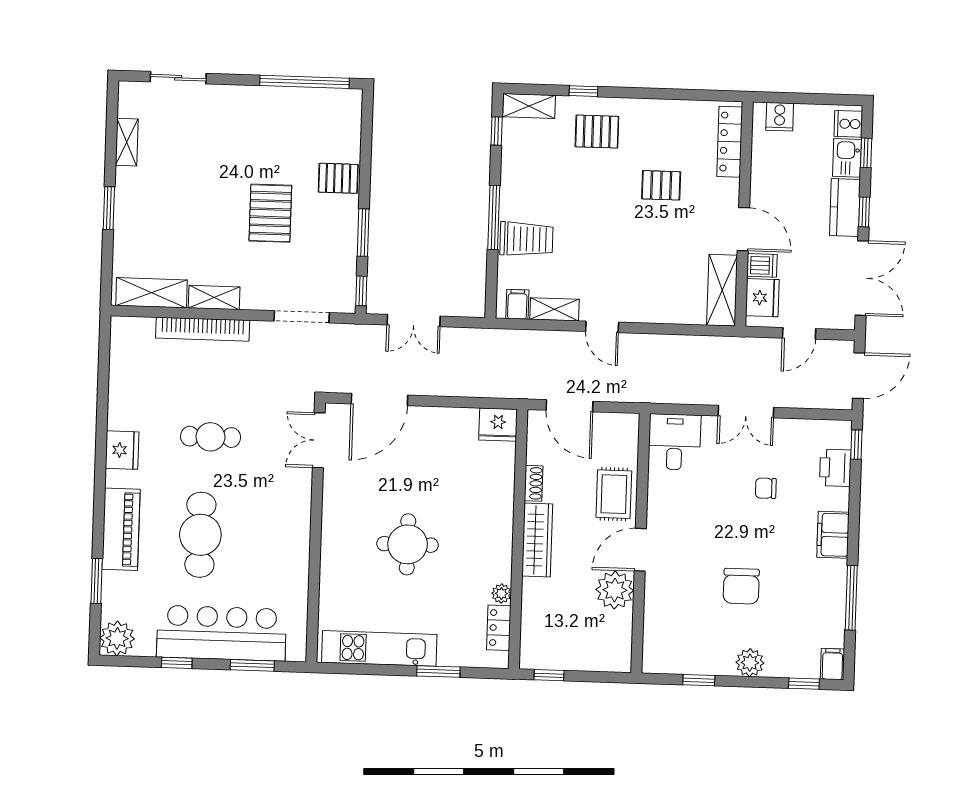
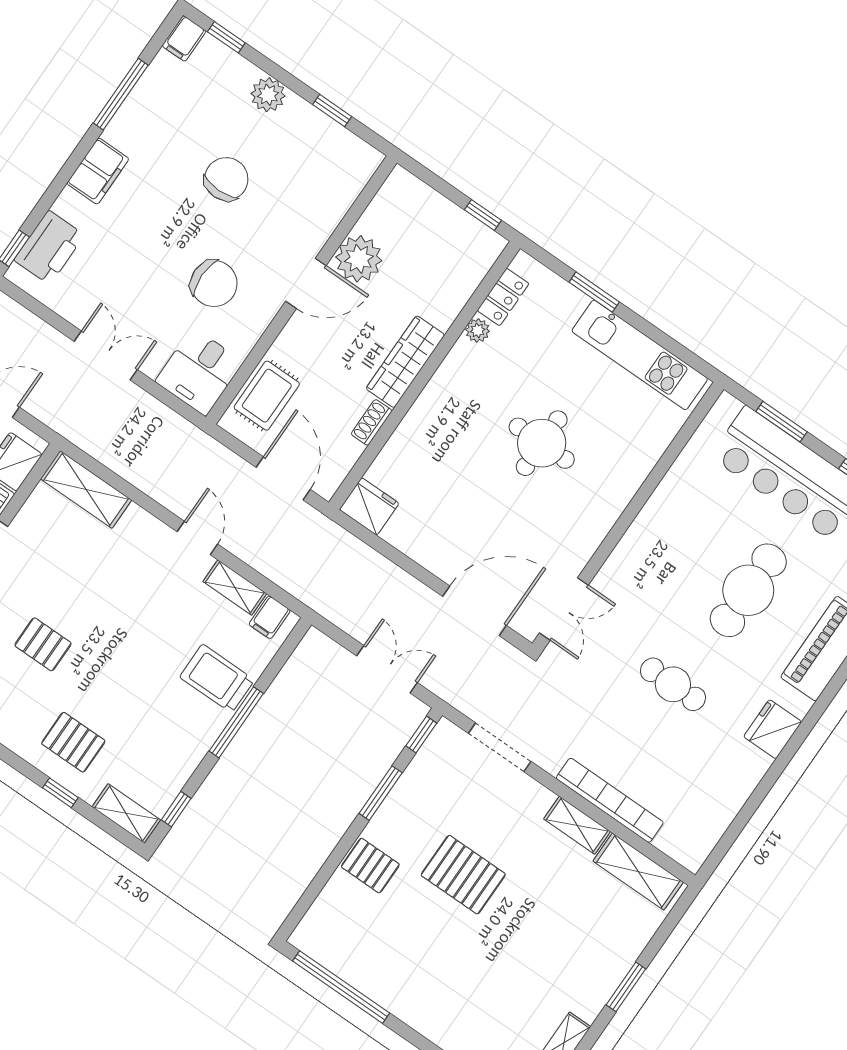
pallet: (270, 213) -> (463, 875), turned 90
shelving: (722, 290) -> (86, 489), moved, turned 90
printer: (835, 468) -> (49, 247), width x1.37, depth x1.19
chair: (766, 488) -> (214, 283), moved, width x1.87, depth x1.87
rug: (614, 494) -> (267, 396), moved

